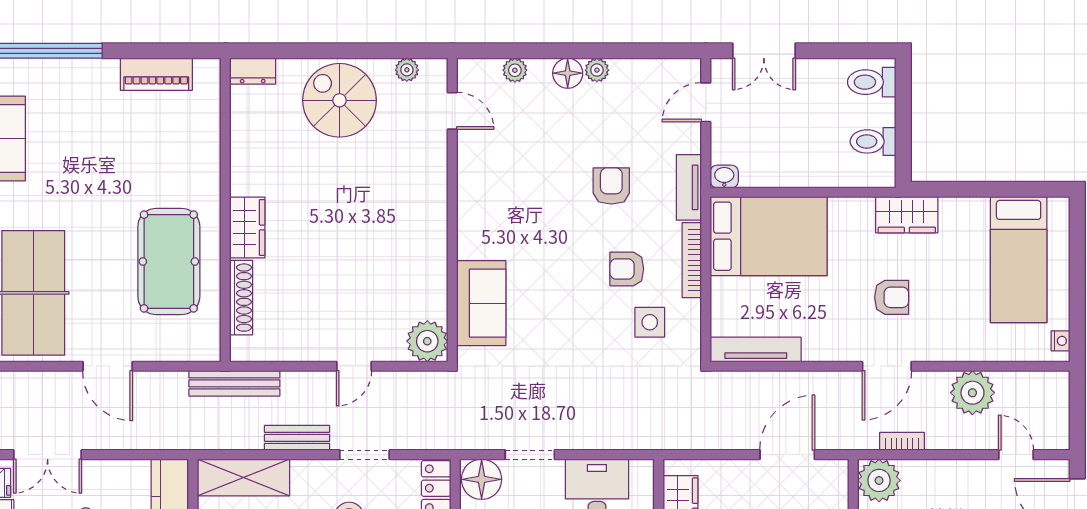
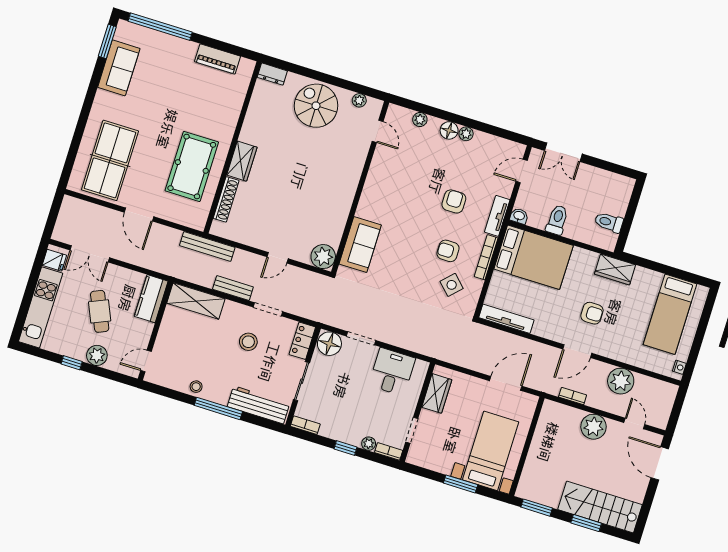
toilet: (872, 82) -> (557, 220), moved, turned 90
side table: (650, 322) -> (452, 285), turned 45
plant: (879, 480) -> (594, 427), moved

